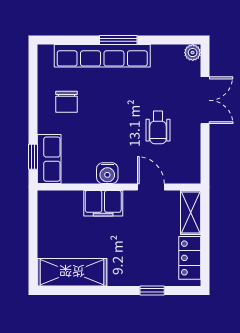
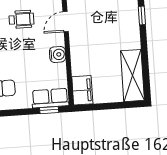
filing cabinet: (103, 203) -> (82, 90), moved

